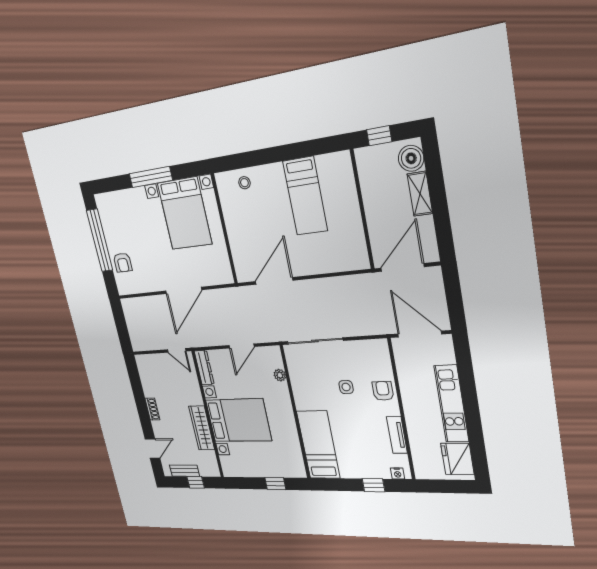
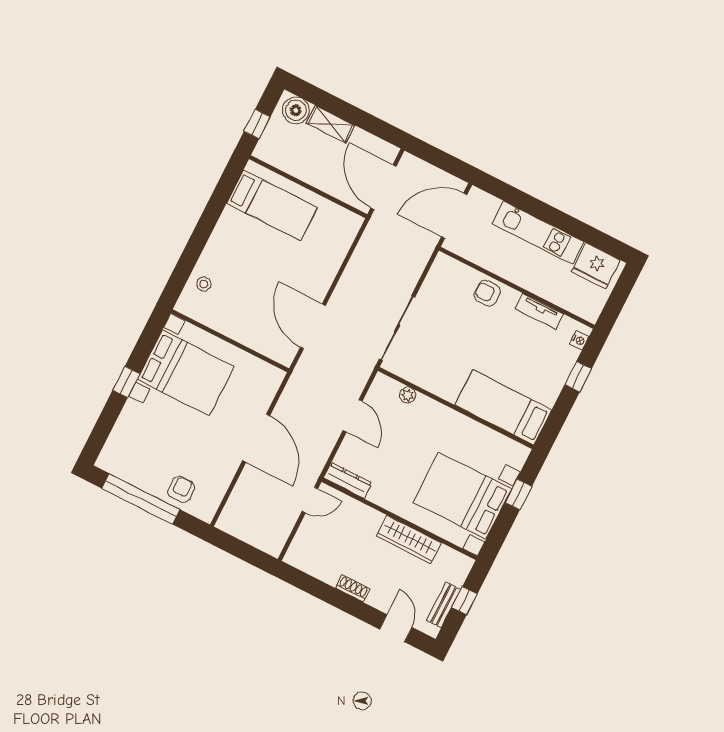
window: (151, 177) -> (126, 382), width x0.46
bed: (305, 196) -> (272, 205), moved
armchair: (123, 263) -> (181, 489), turned -91
side table: (346, 387) -> (461, 330), removed
bed with nightstands: (238, 420) -> (462, 496), moved, turned -90

